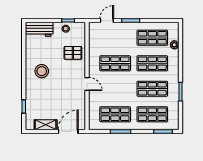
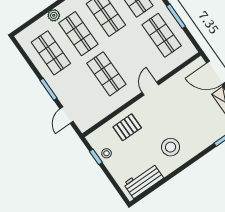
door: (107, 20) -> (67, 115), hinge flipped
workbench: (39, 29) -> (143, 181), moved, turned -90
plant: (174, 45) -> (54, 15), moved
pallet: (73, 53) -> (127, 127), turned 90

